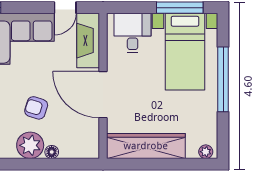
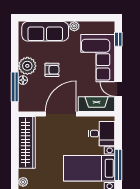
armchair: (36, 108) -> (52, 70), turned 72
window: (62, 164) -> (15, 87), added

